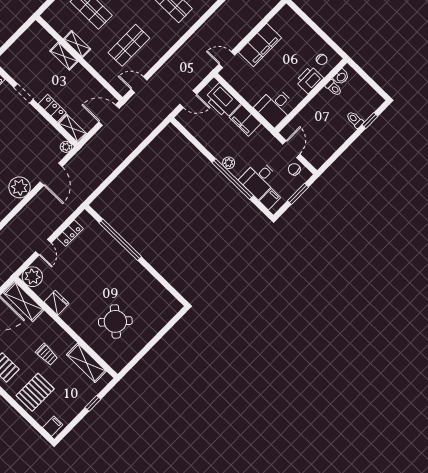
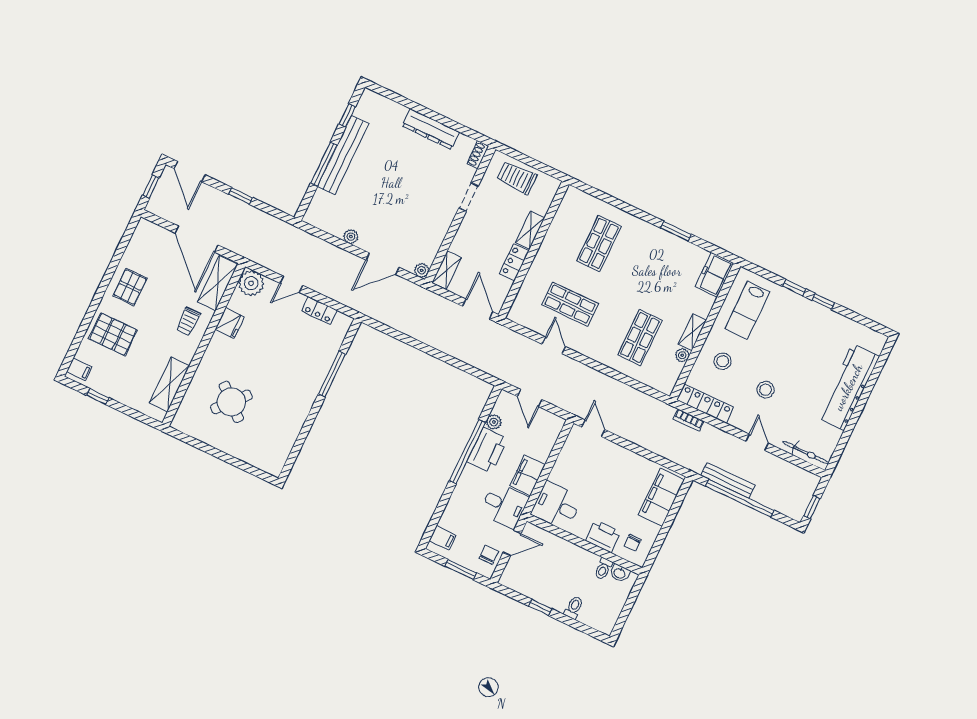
shelving: (77, 44) -> (550, 241), removed
filing cabinet: (260, 45) -> (661, 497), moved, turned 90
trolley: (21, 53) -> (517, 178), added
door: (139, 85) -> (554, 345), moved
printer: (223, 101) -> (487, 450), moved, turned 180
locker: (52, 108) -> (514, 262), moved, turned 180
window: (370, 121) -> (540, 607), moved
plant: (229, 163) -> (494, 422), moved
window: (233, 179) -> (467, 452), moved
desk: (259, 179) -> (504, 505), moved, turned 180
plant: (20, 187) -> (351, 237), width x0.53, depth x0.53
window: (120, 240) -> (332, 374), width x0.68
trolley: (47, 354) -> (188, 321), moved
window: (93, 403) -> (98, 396), moved

